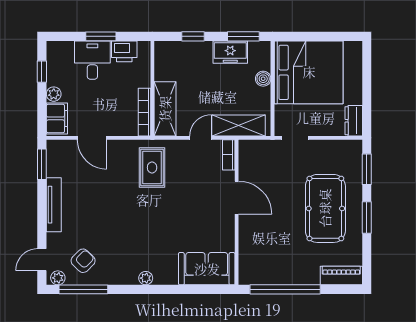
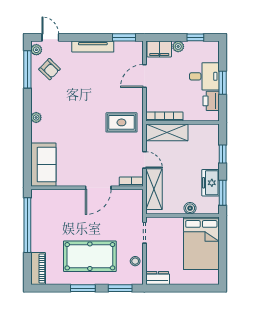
bed: (309, 72) -> (201, 243), width x0.73
stool: (332, 150) -> (135, 261), added

